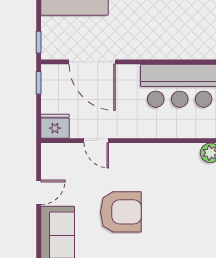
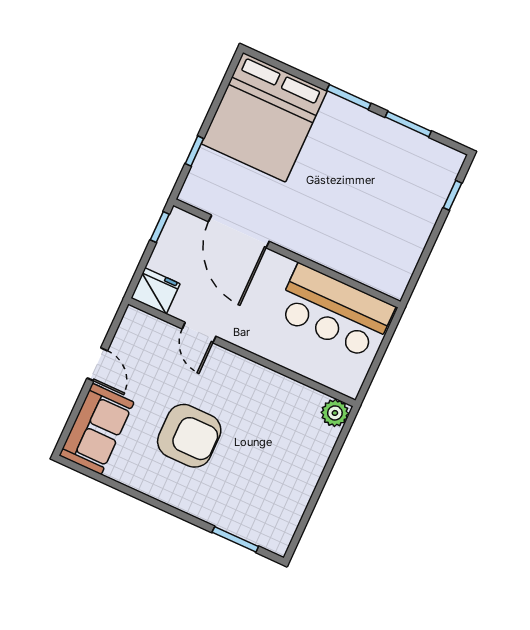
window: (39, 42) -> (194, 151), moved
door: (39, 192) -> (97, 364), hinge flipped

